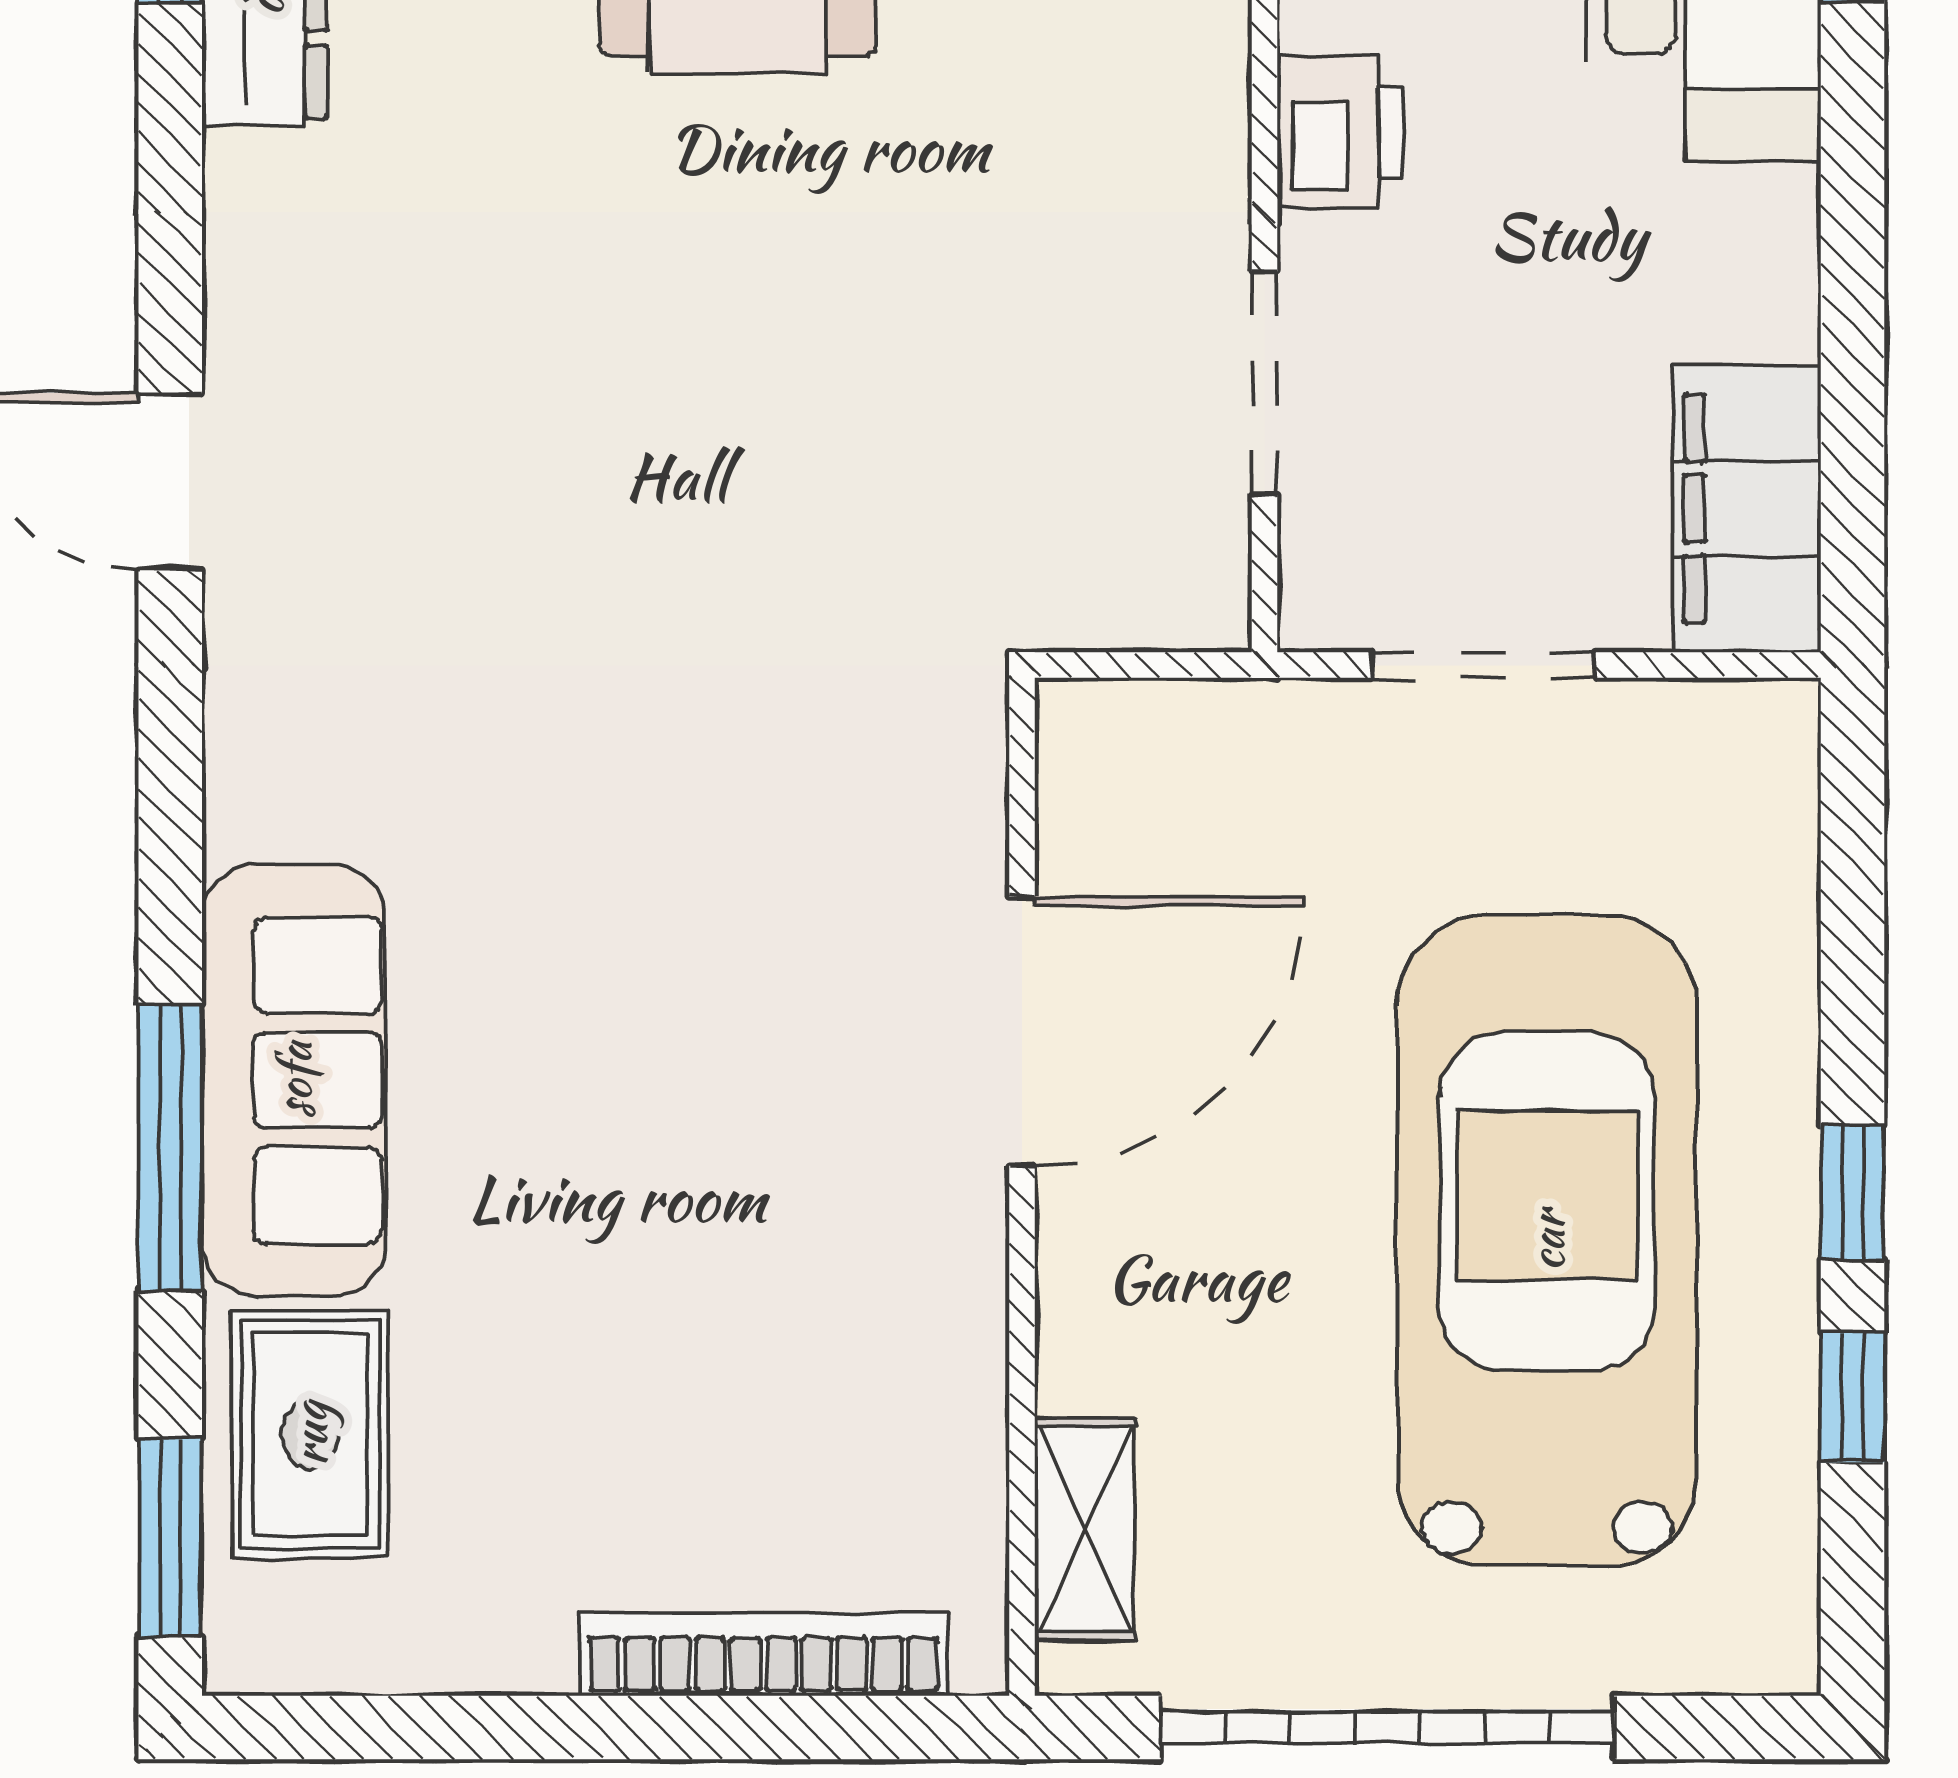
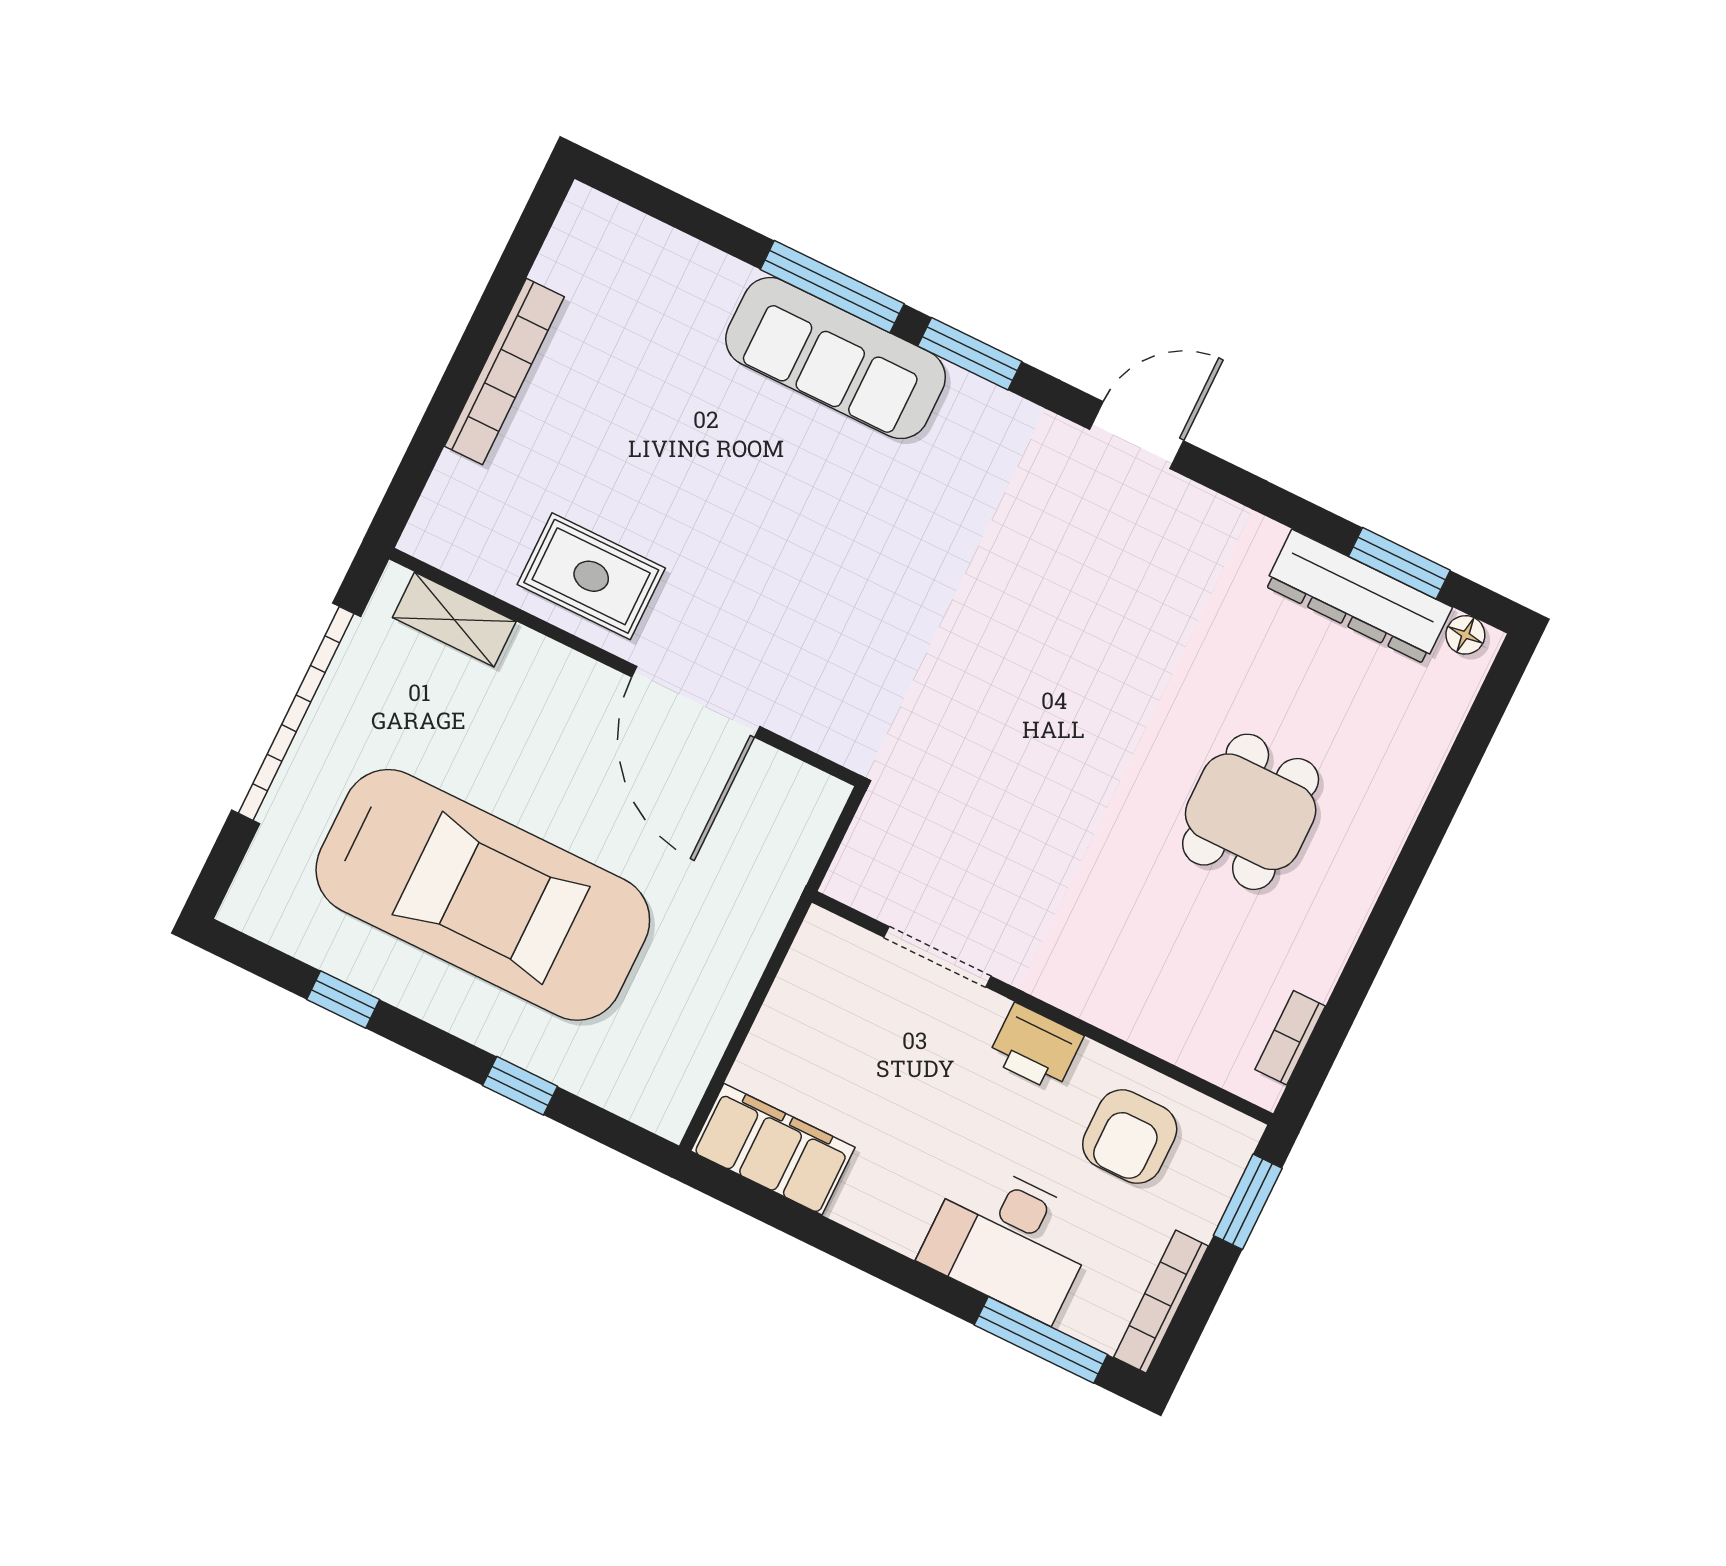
doorway: (1483, 665) -> (760, 994), removed
window: (1853, 1192) -> (520, 1086), moved
rug: (310, 1434) -> (591, 576), moved
window: (170, 1538) -> (970, 354), moved
bookcase: (763, 1654) -> (504, 372), moved

